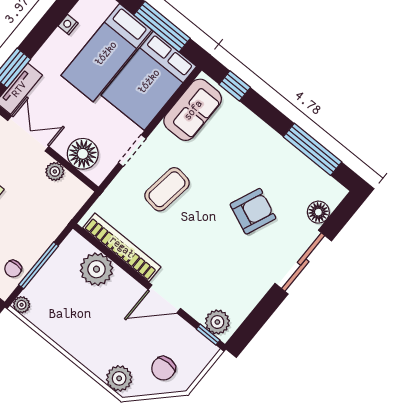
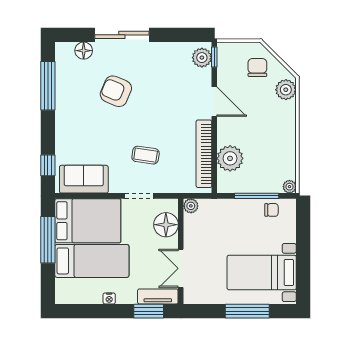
nightstand: (68, 25) -> (109, 298), moved
plant: (55, 171) -> (191, 206), moved
coffee table: (167, 189) -> (146, 155), width x0.73, depth x0.77
chair: (163, 368) -> (257, 67), turned -90

